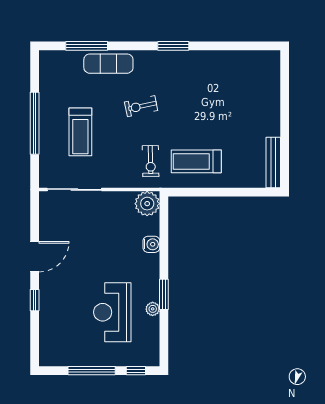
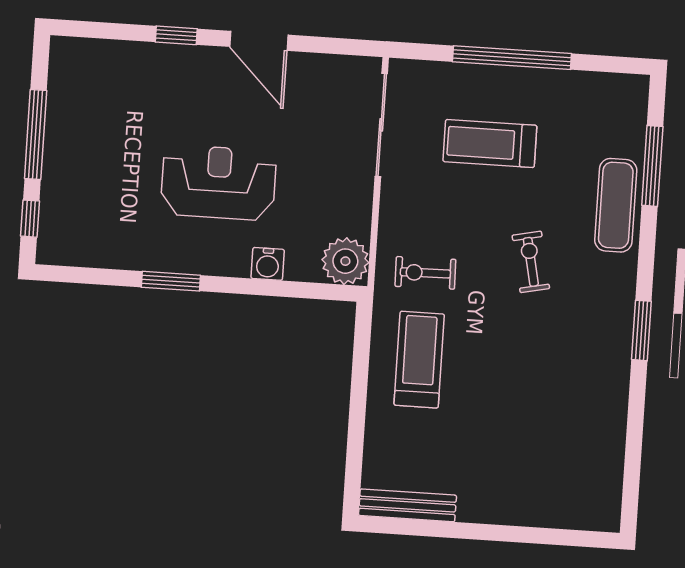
plant: (153, 309) -> (145, 258), removed
reception desk: (112, 312) -> (218, 183), moved

